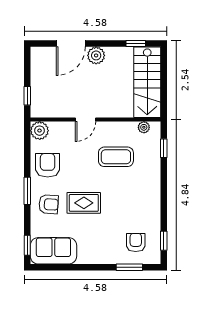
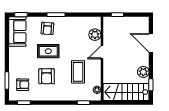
plant: (96, 55) -> (143, 72), moved
door: (86, 120) -> (102, 52), hinge flipped
plant: (40, 131) -> (95, 35), moved
armchair: (48, 165) -> (47, 76), moved, turned 90
rug: (84, 203) -> (48, 51), turned 90

